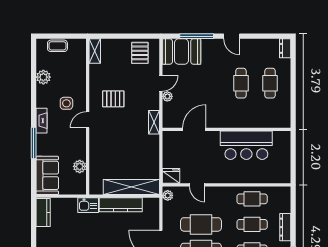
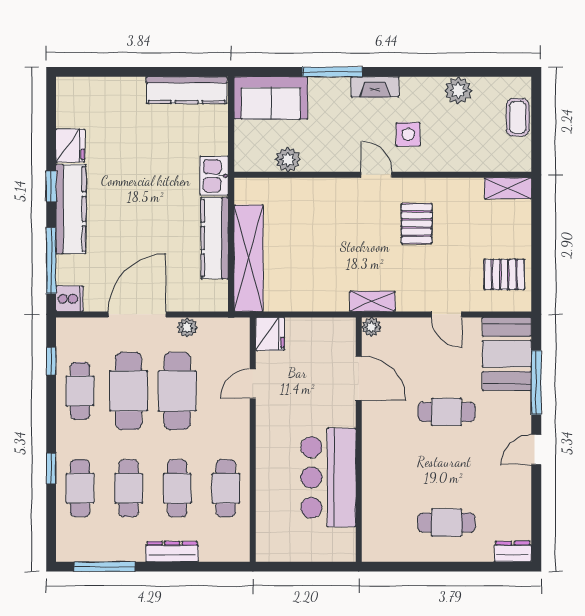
cafe table: (241, 83) -> (447, 412), moved
plant: (167, 96) -> (371, 327), moved
plant: (168, 195) -> (187, 327), moved
kitchen counter: (43, 212) -> (187, 90), width x1.50

